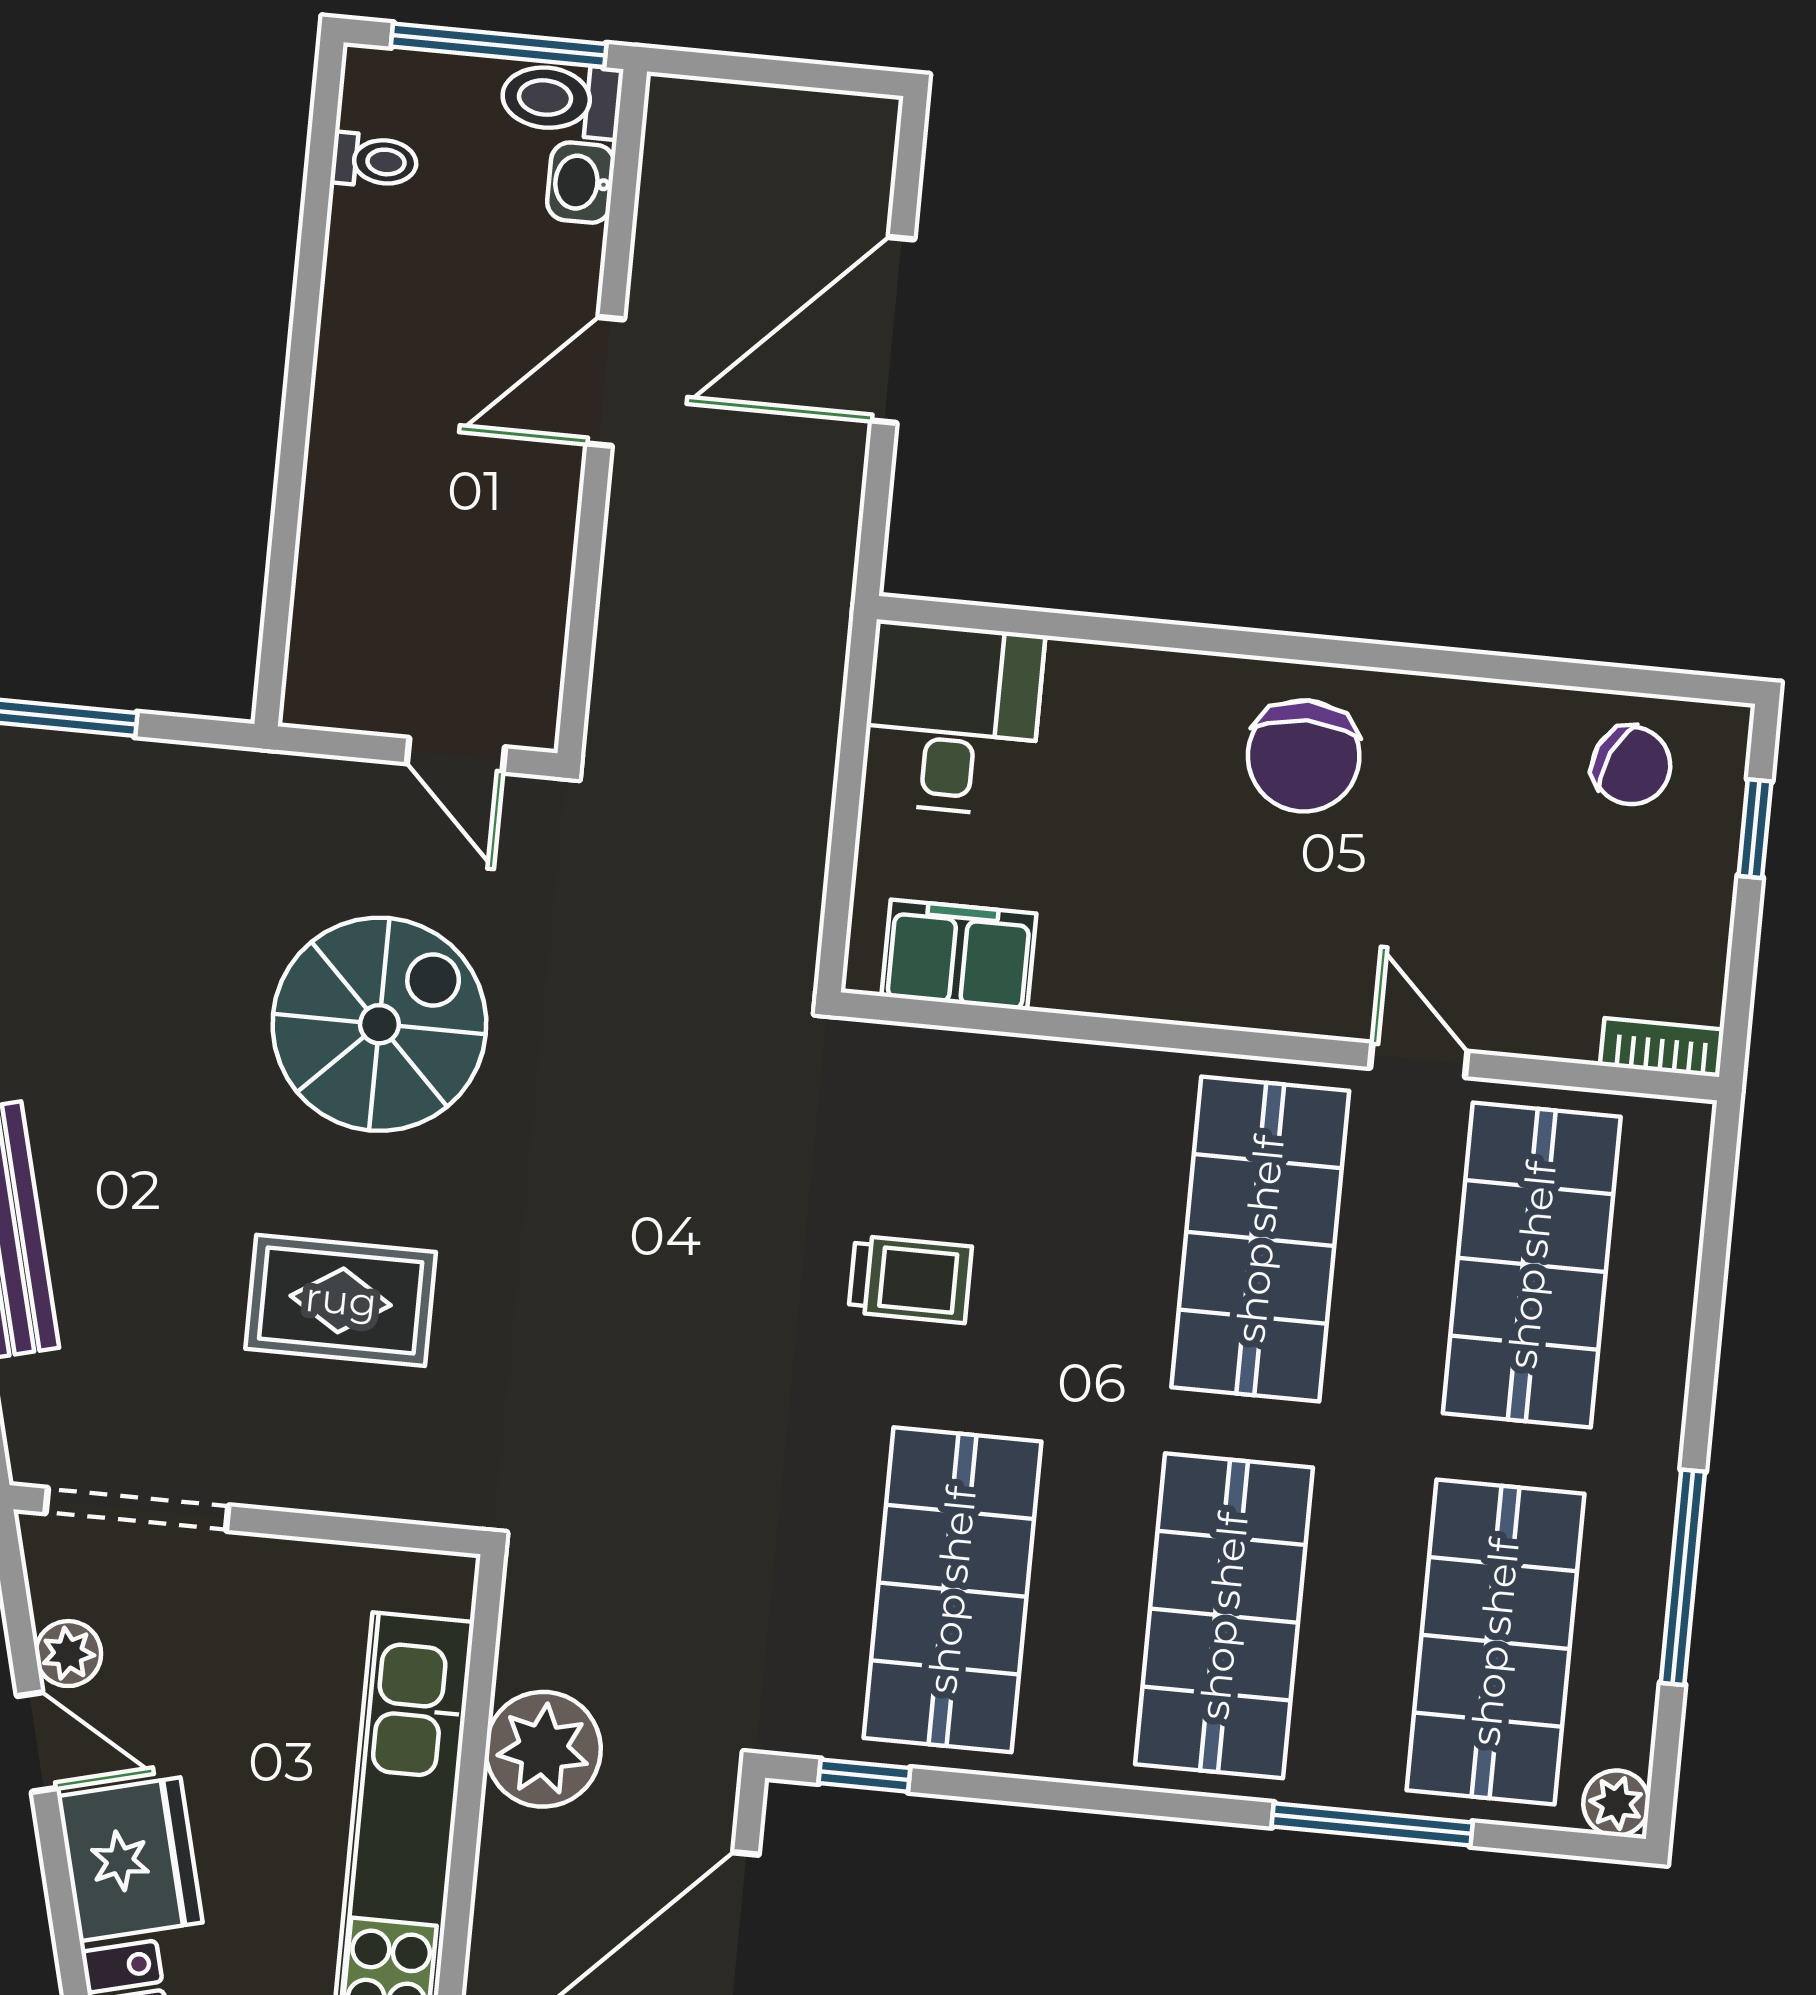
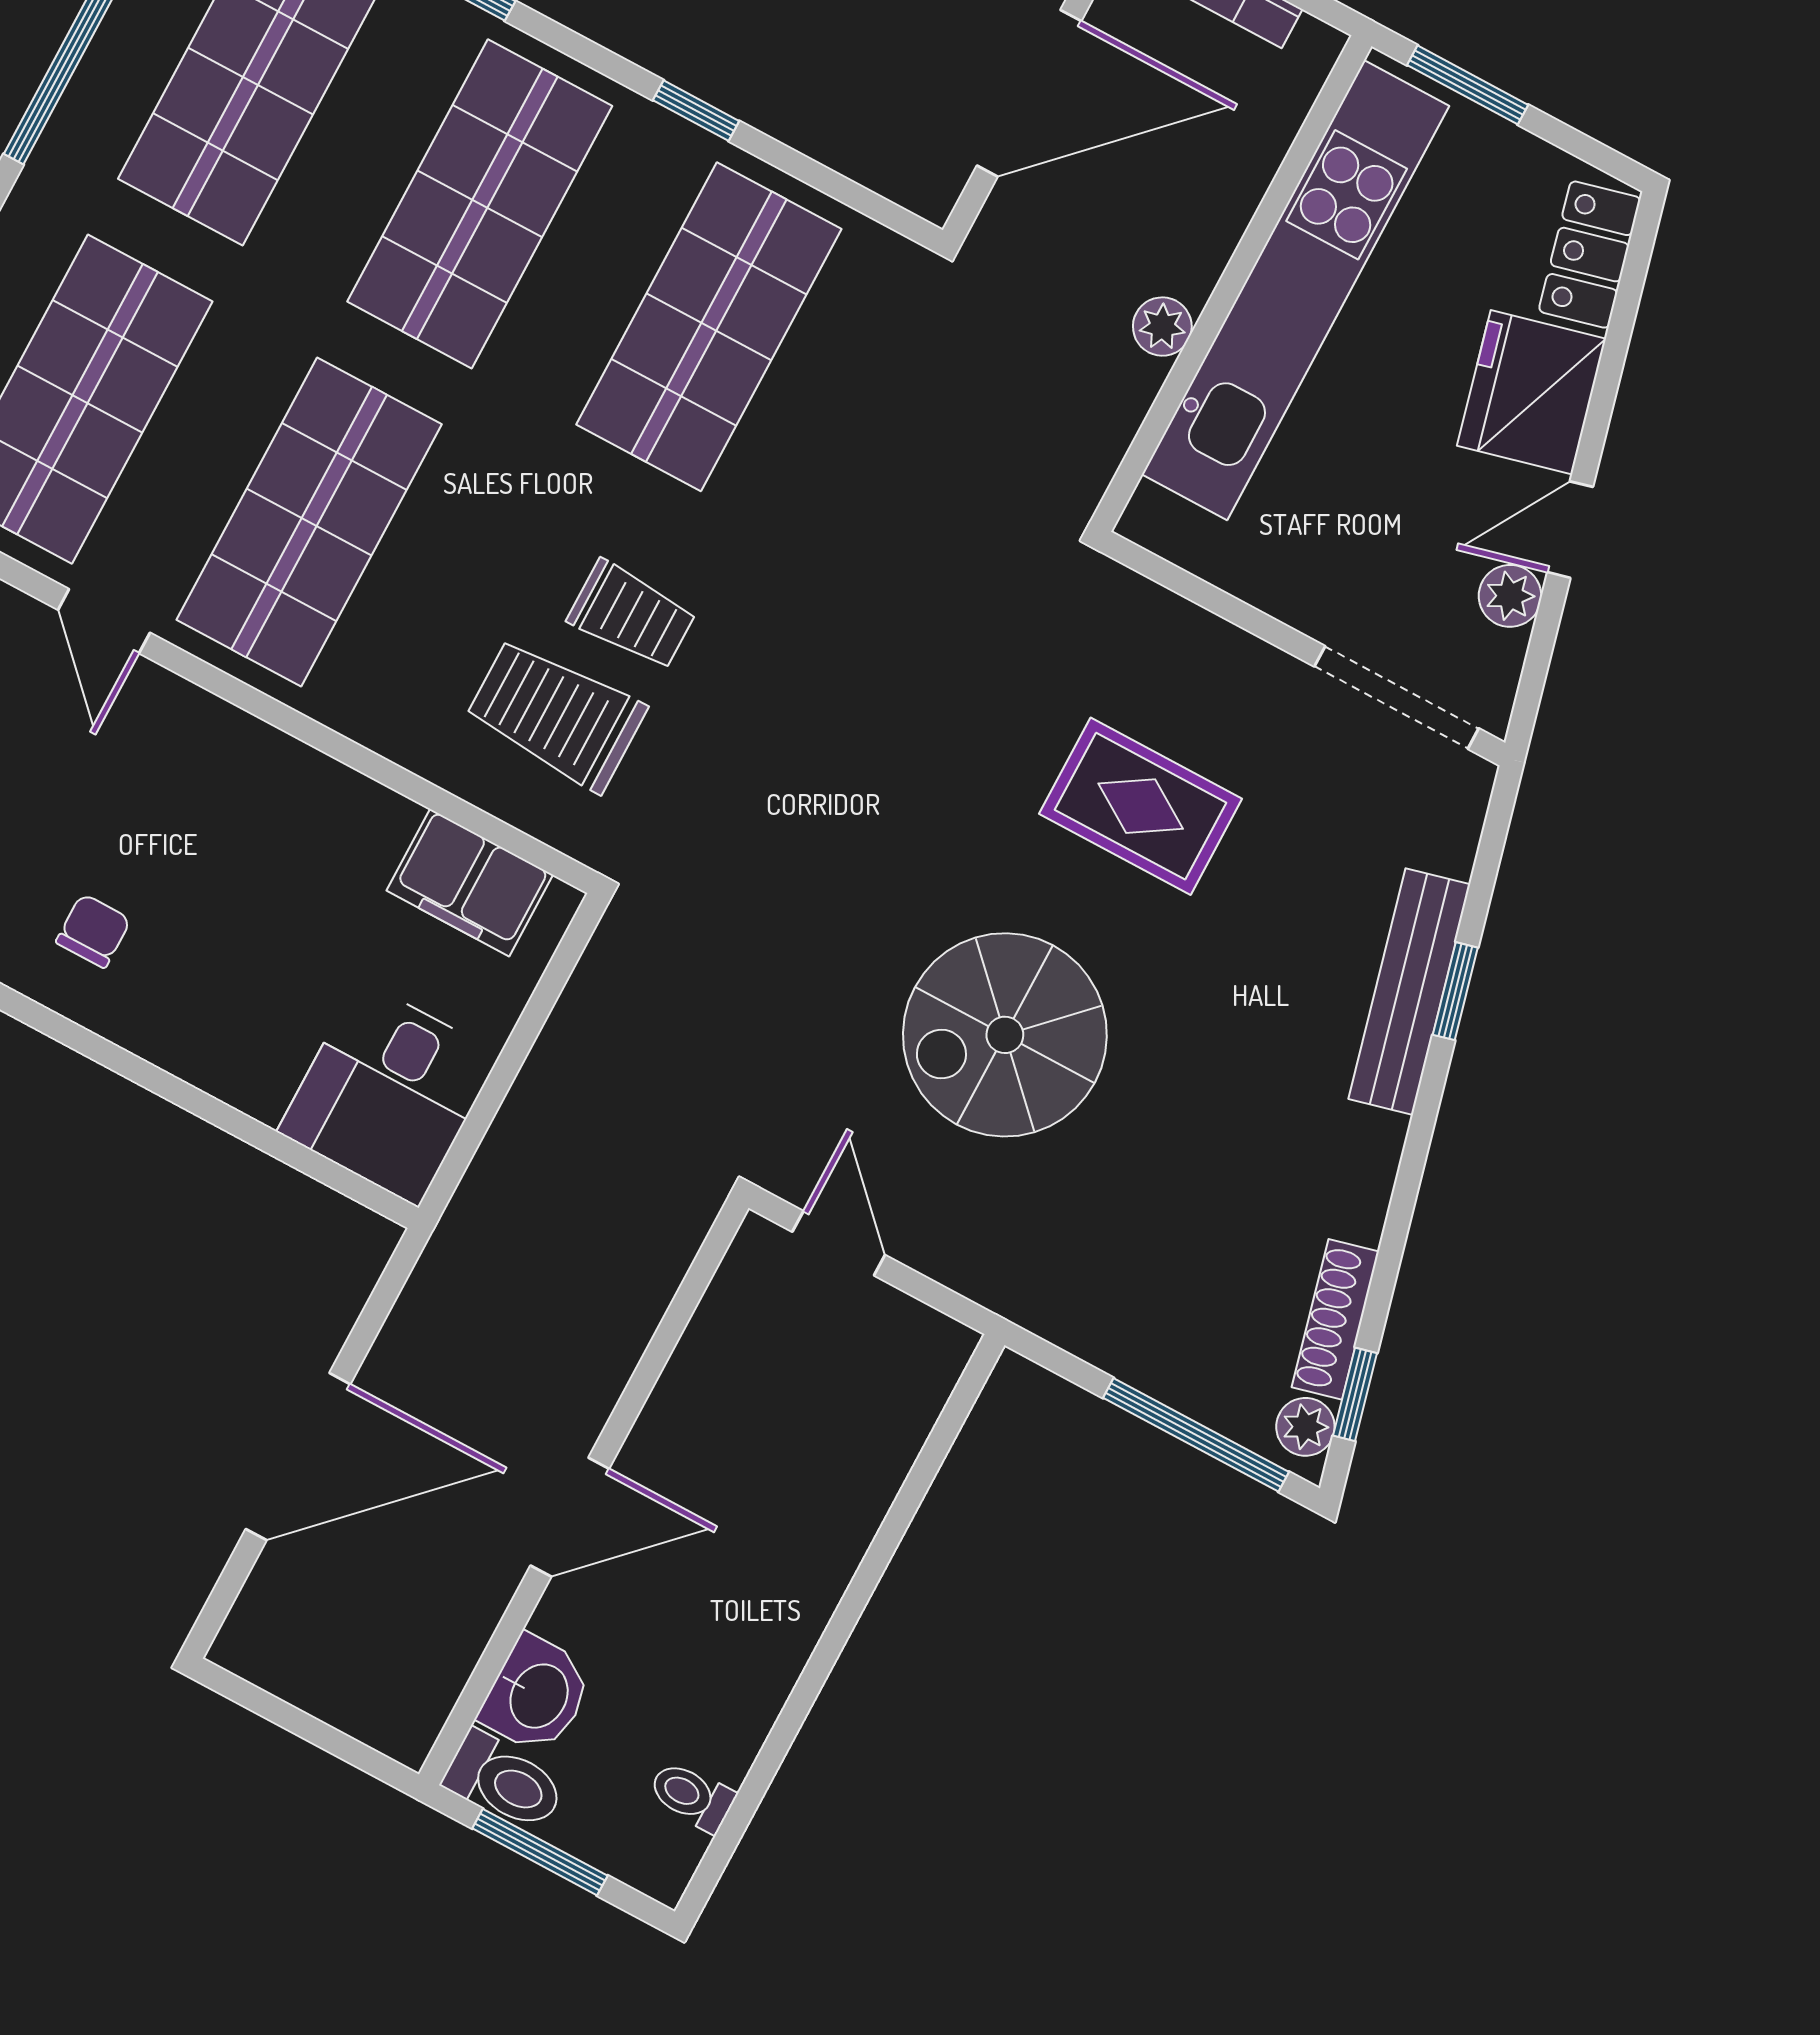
window: (499, 45) -> (540, 1852), width x0.69
washbasin: (581, 183) -> (537, 1695), width x1.38, depth x1.45
chair: (1304, 756) -> (93, 931), width x0.54, depth x0.54
trolley: (944, 1153) -> (556, 714), added
trolley: (910, 1279) -> (632, 615), turned 180
door: (37, 1742) -> (1570, 530), hinge flipped
plant: (543, 1749) -> (1162, 327), width x0.53, depth x0.53
window: (864, 1776) -> (696, 111), moved

